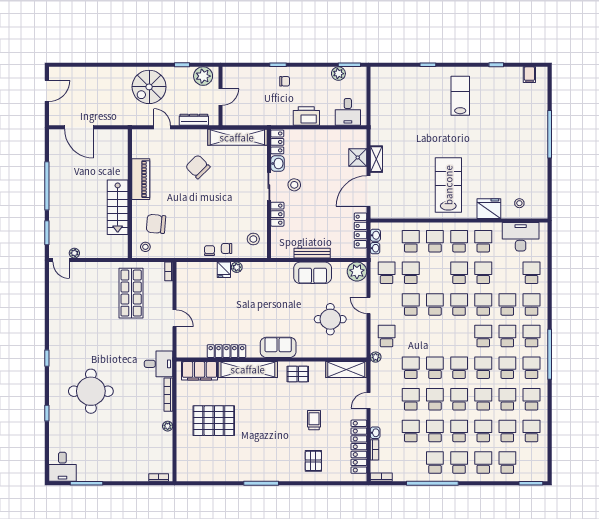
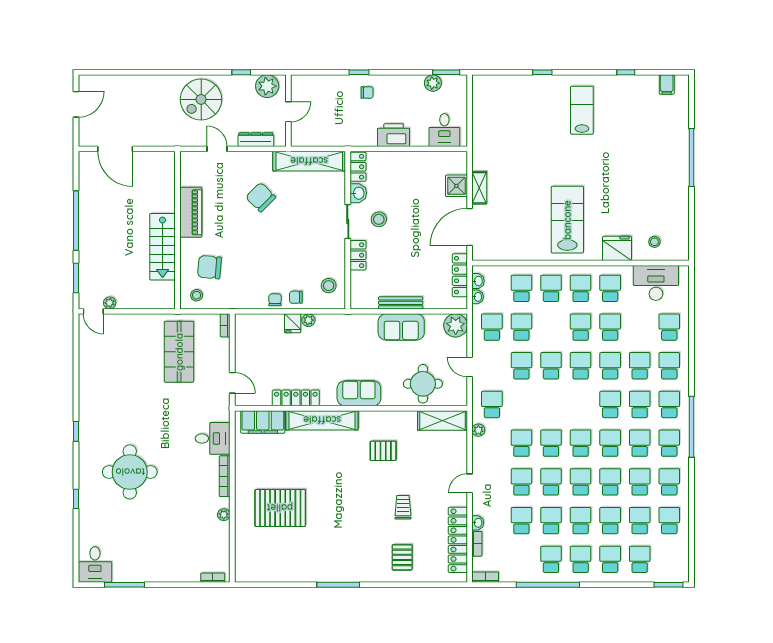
sofa: (278, 347) -> (359, 393), moved
locker: (226, 351) -> (296, 398), moved
wall: (271, 360) -> (351, 408), moved
shelving: (248, 369) -> (322, 420), moved
shelving: (346, 370) -> (442, 421), moved
filing cabinet: (200, 371) -> (263, 422), moved

